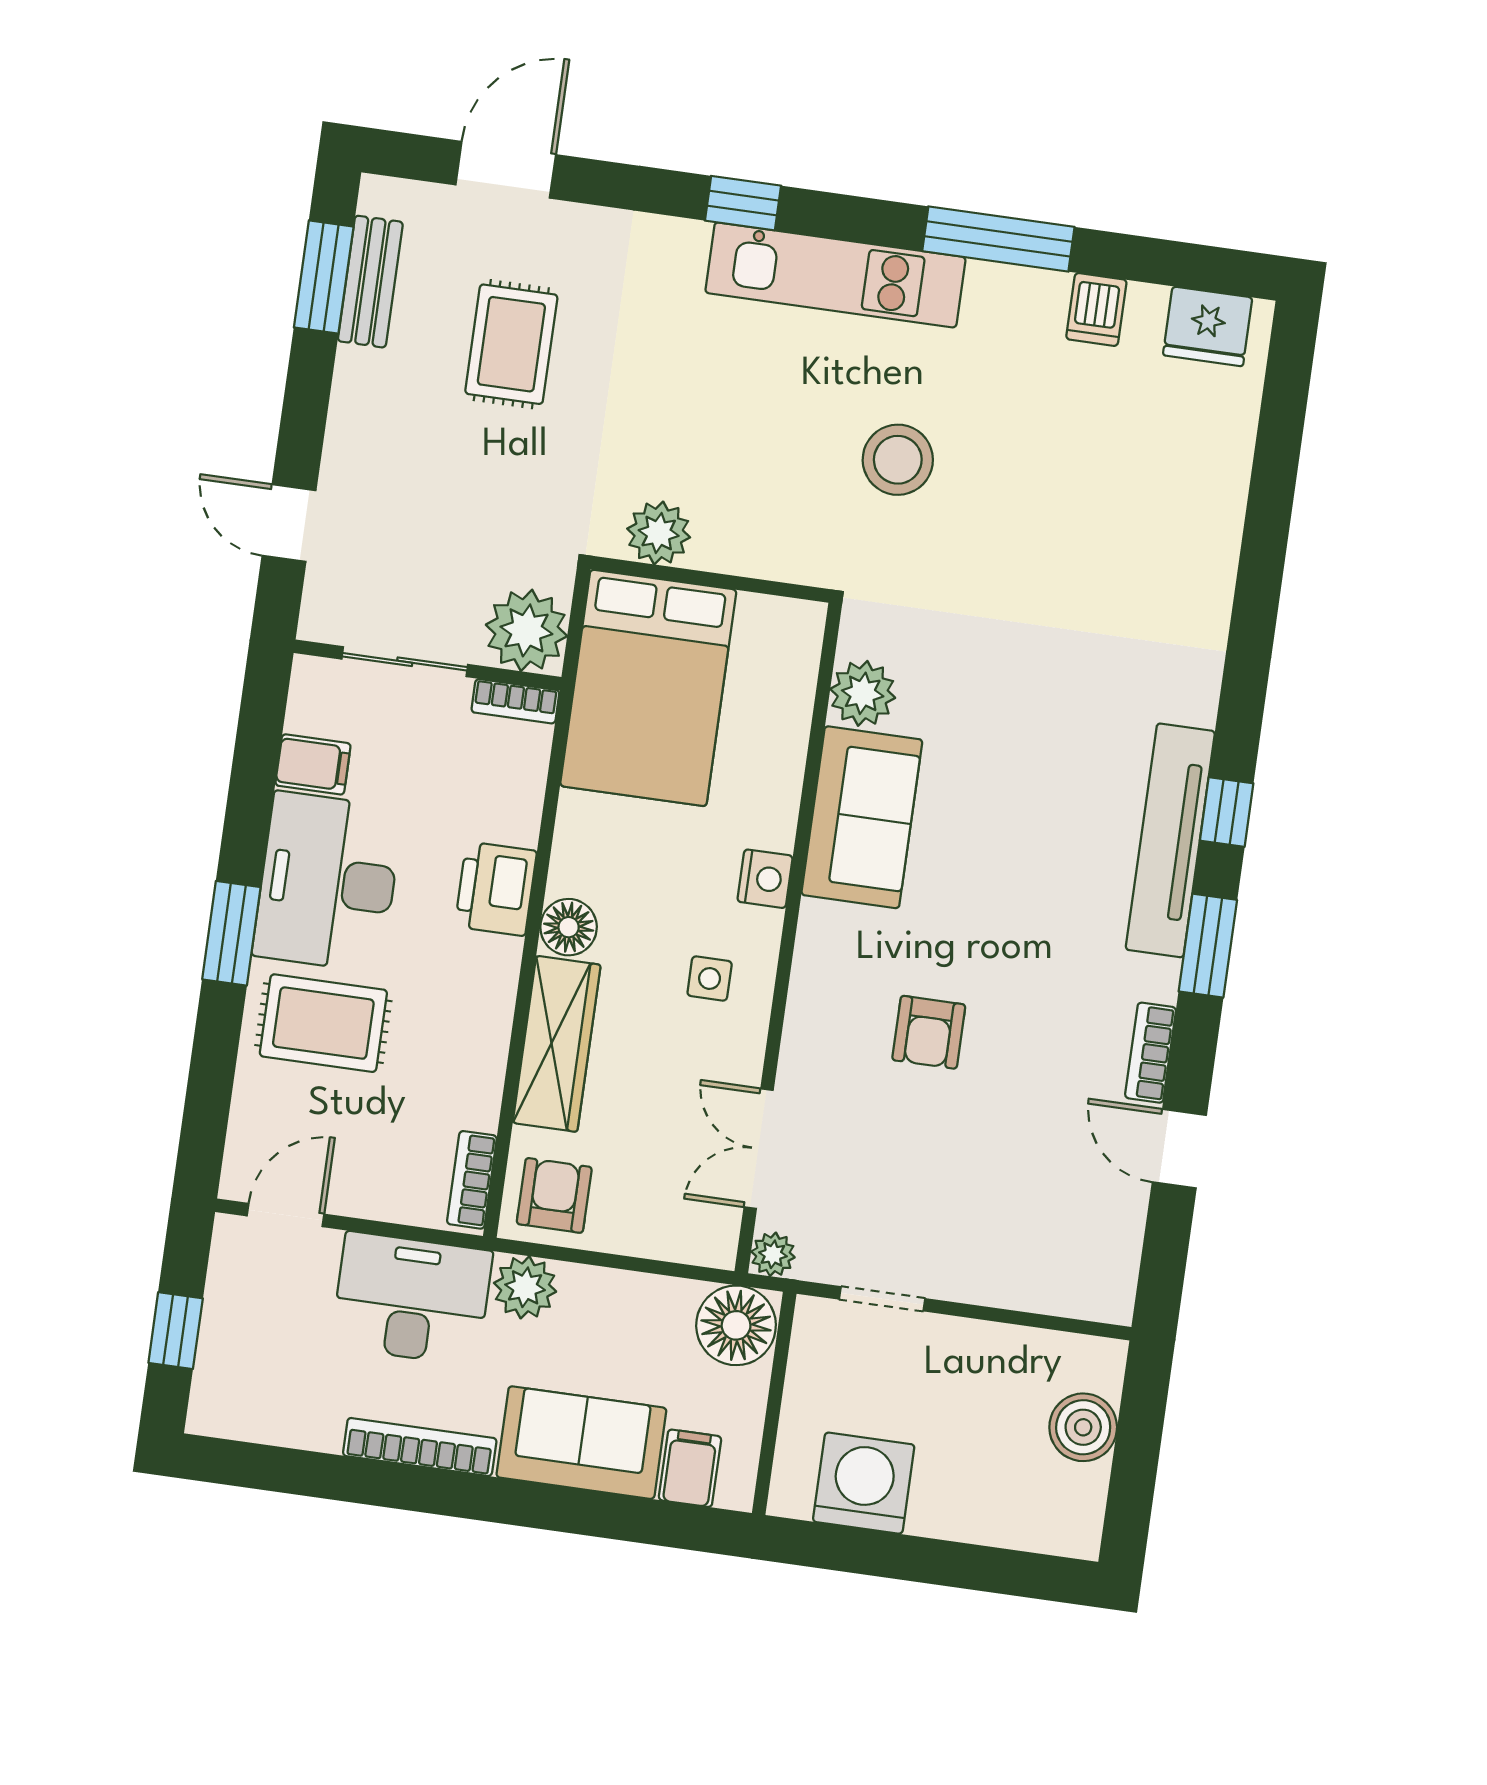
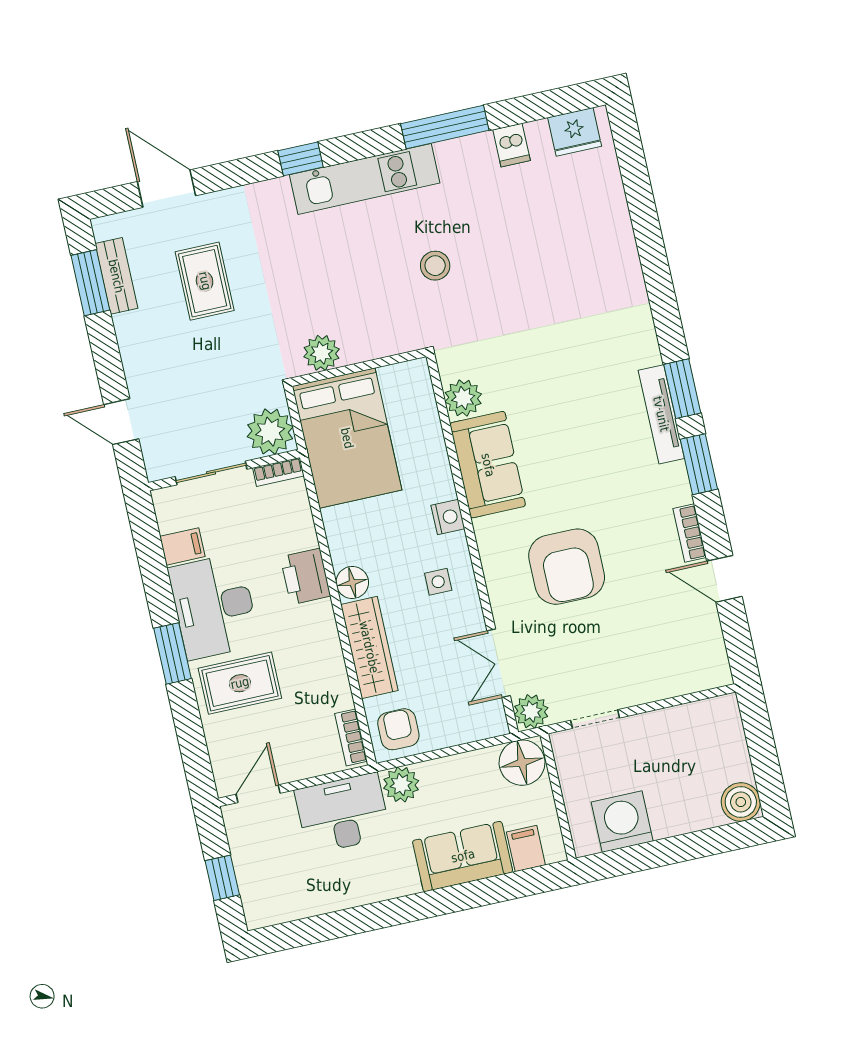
door: (506, 170) -> (167, 189), hinge flipped
stool: (898, 460) -> (435, 266), width x0.73, depth x0.73
window: (1227, 812) -> (682, 389), width x1.50
tv unit: (1170, 840) -> (661, 414), width x0.73, depth x0.78
armchair: (929, 1032) -> (567, 567), width x1.88, depth x1.88
plant: (773, 1254) -> (531, 711), width x1.38, depth x1.38
boiler: (1083, 1427) -> (741, 802), moved
bookcase: (420, 1447) -> (377, 891), removed

